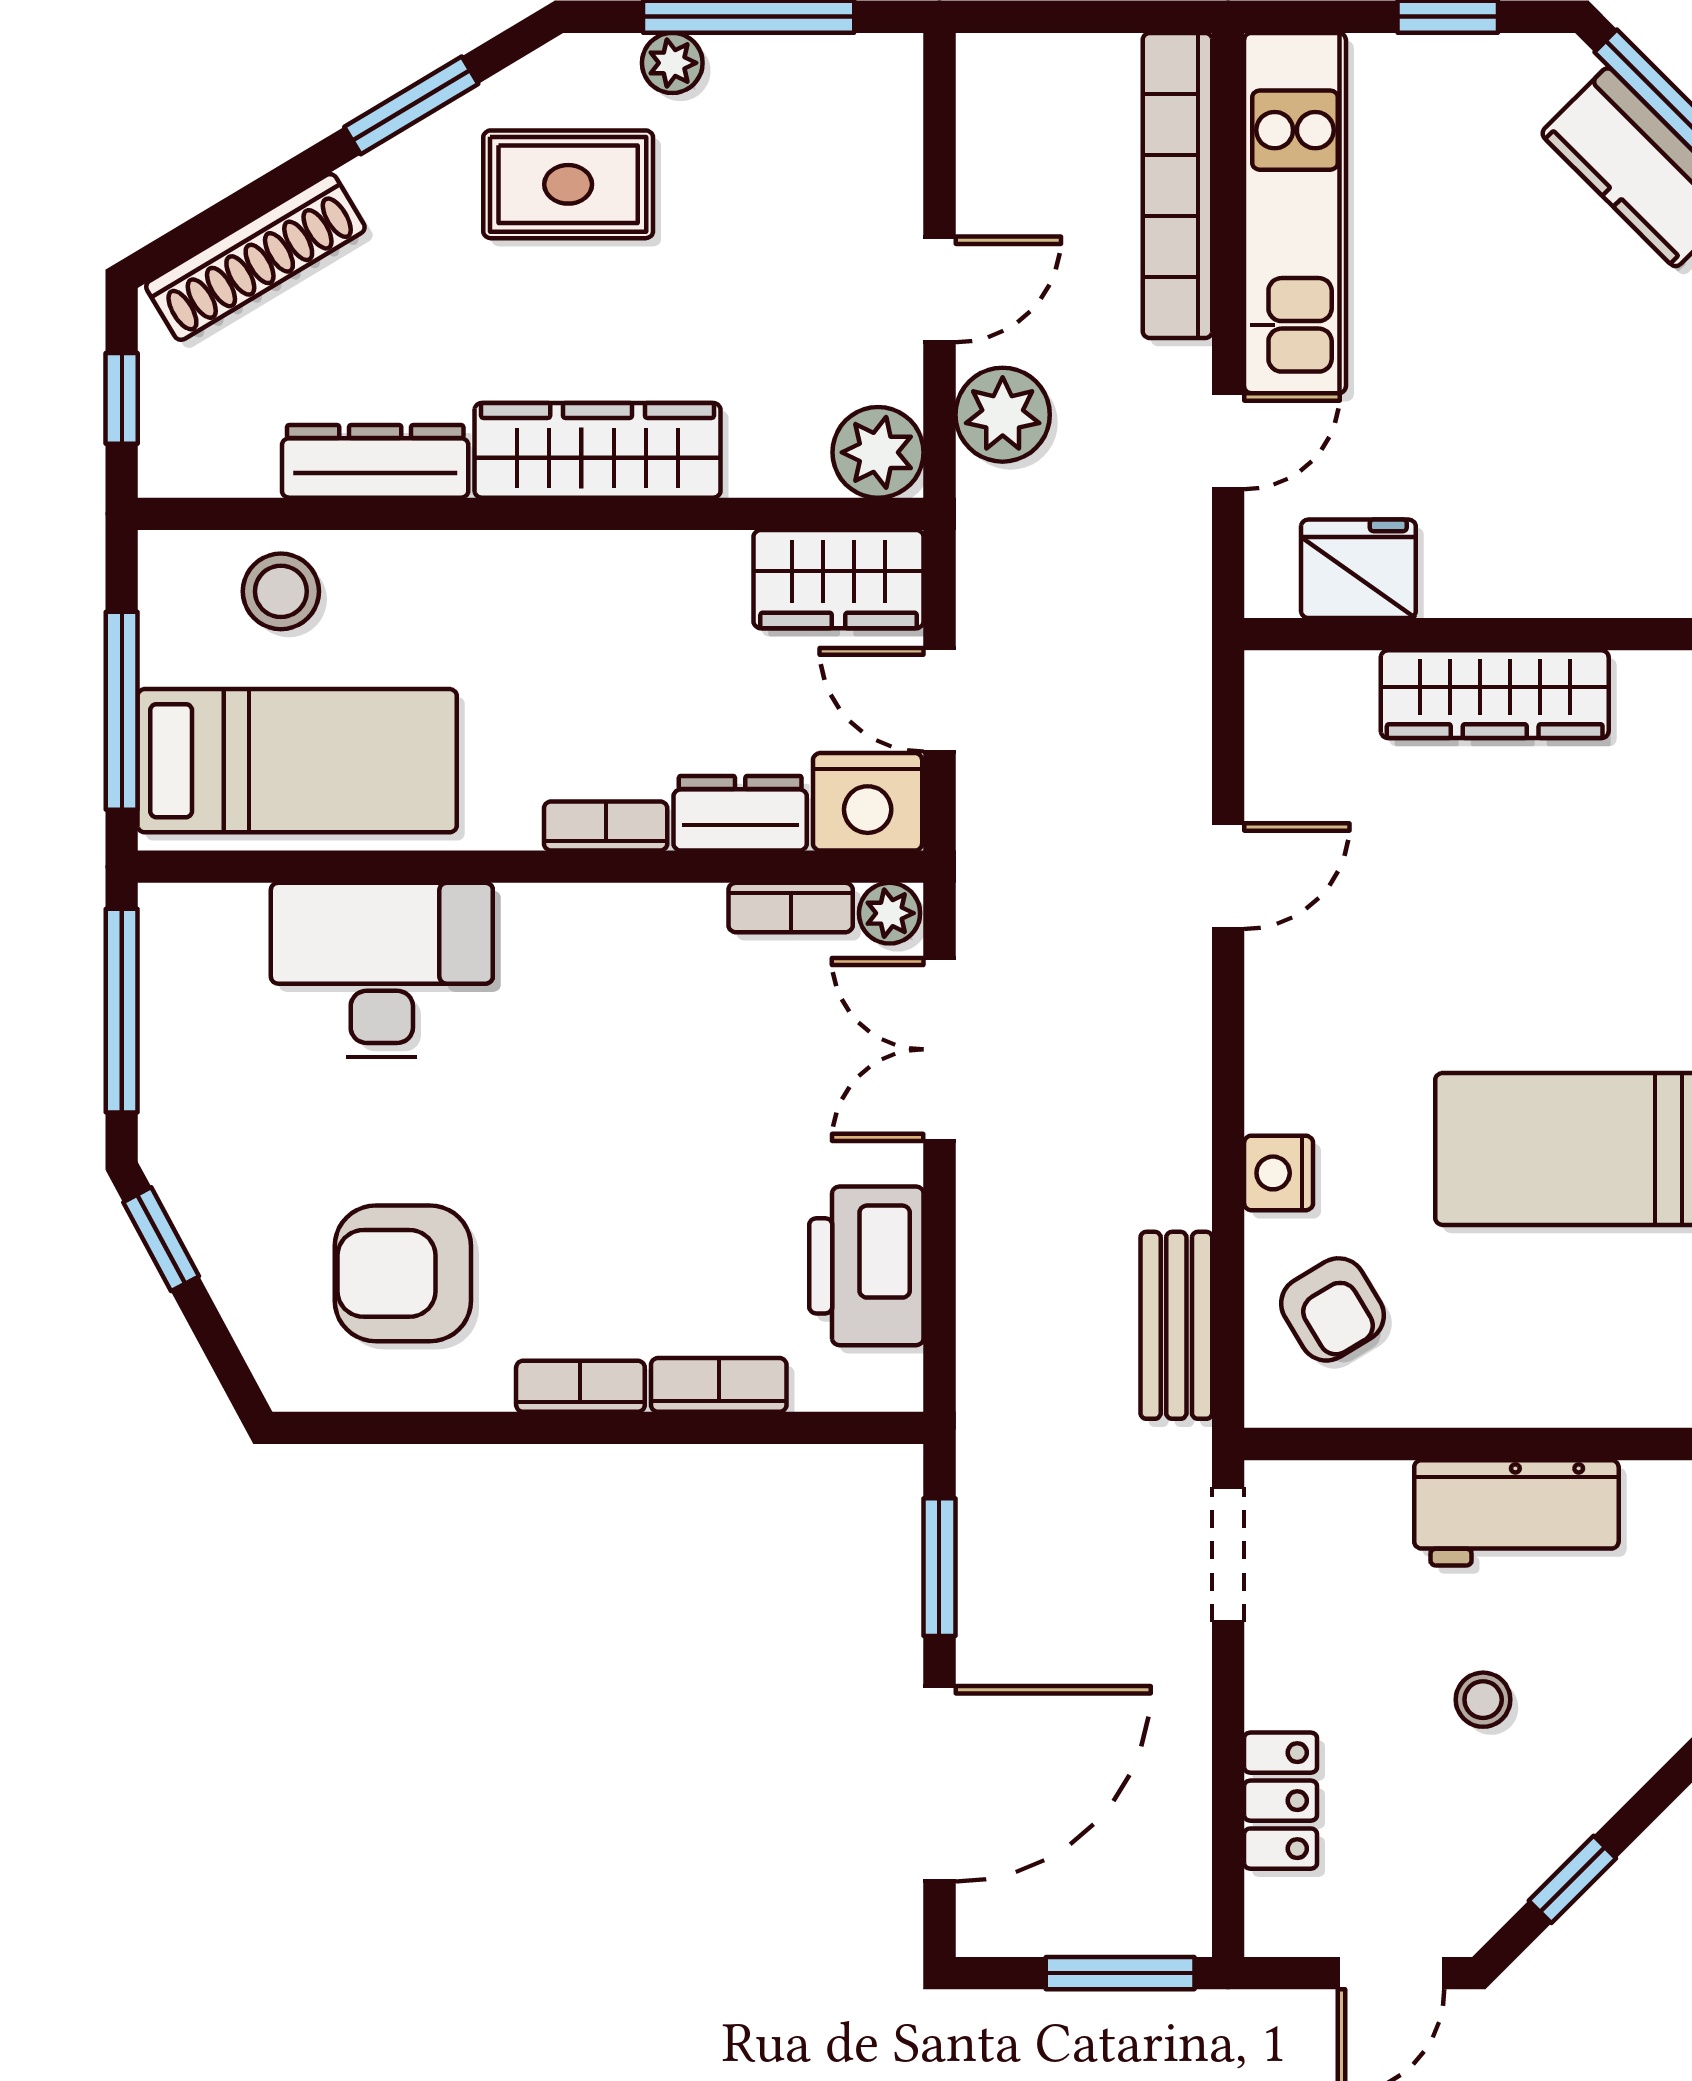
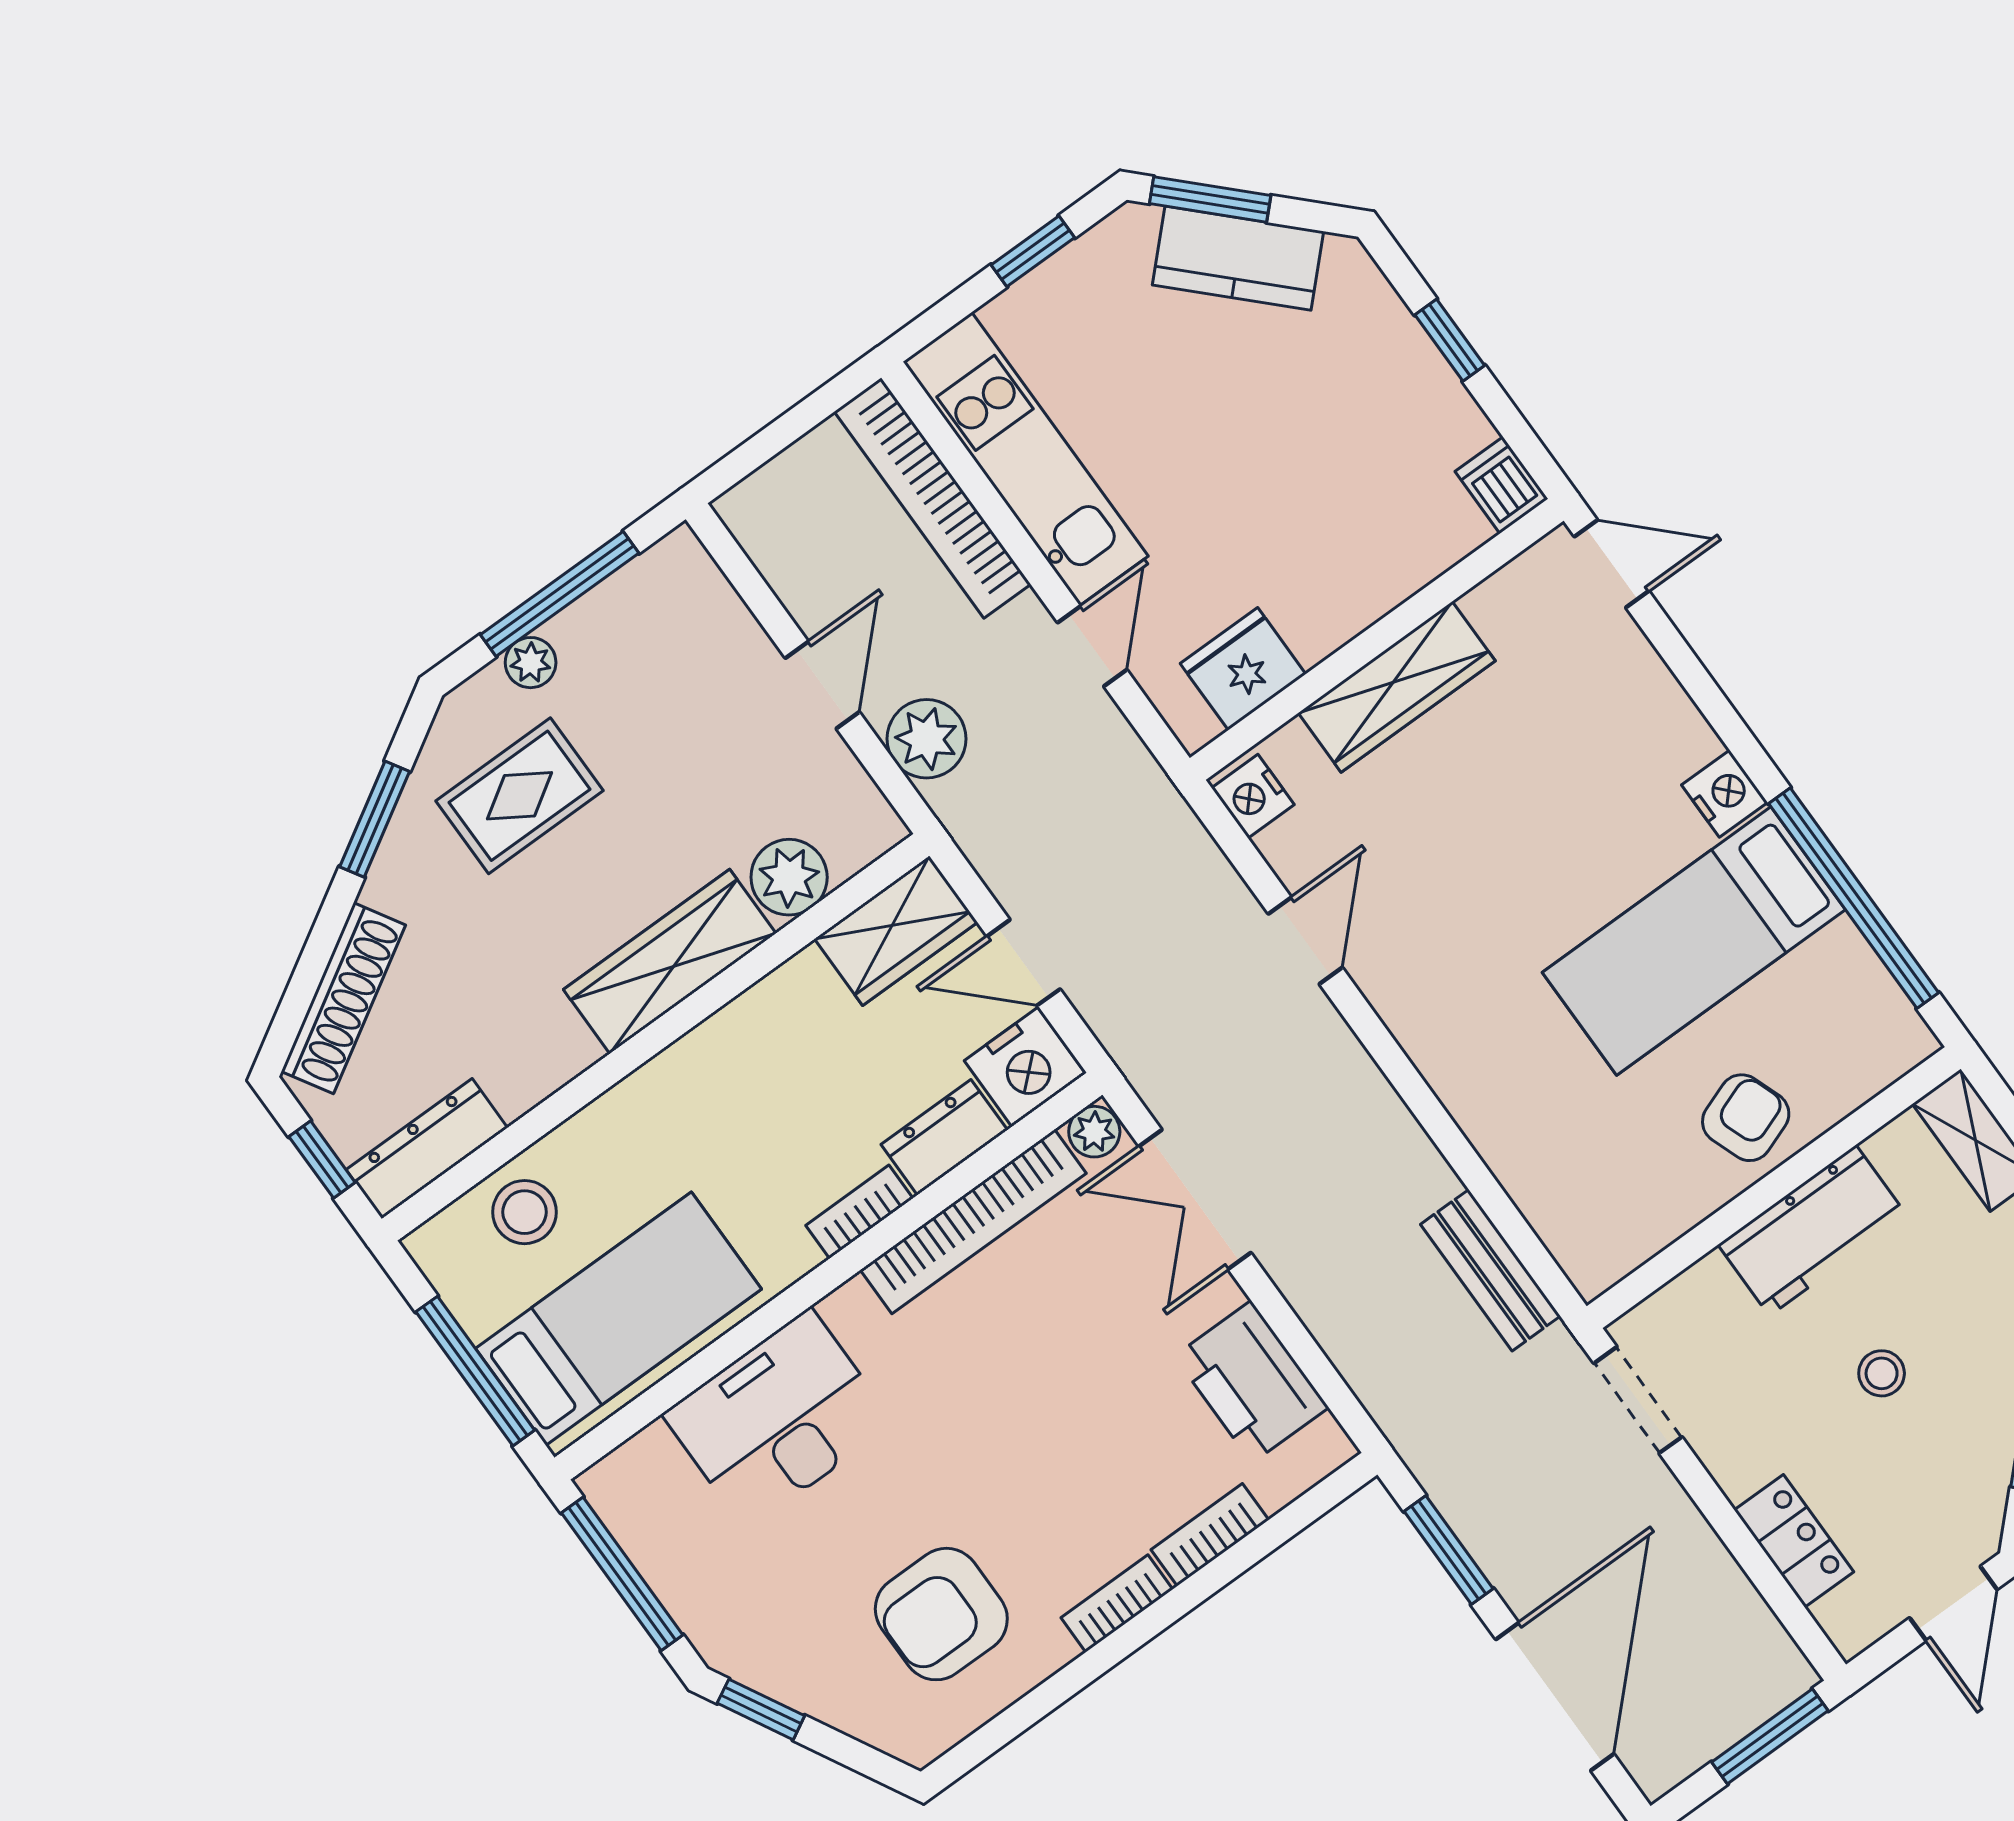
plant: (878, 452) -> (789, 877), moved
dresser: (375, 461) -> (427, 1149), moved
bookcase: (791, 908) -> (973, 1222), width x2.31, depth x1.31
nightstand: (1279, 1173) -> (1253, 796), moved
armchair: (1333, 1309) -> (1746, 1118), moved, turned -79

